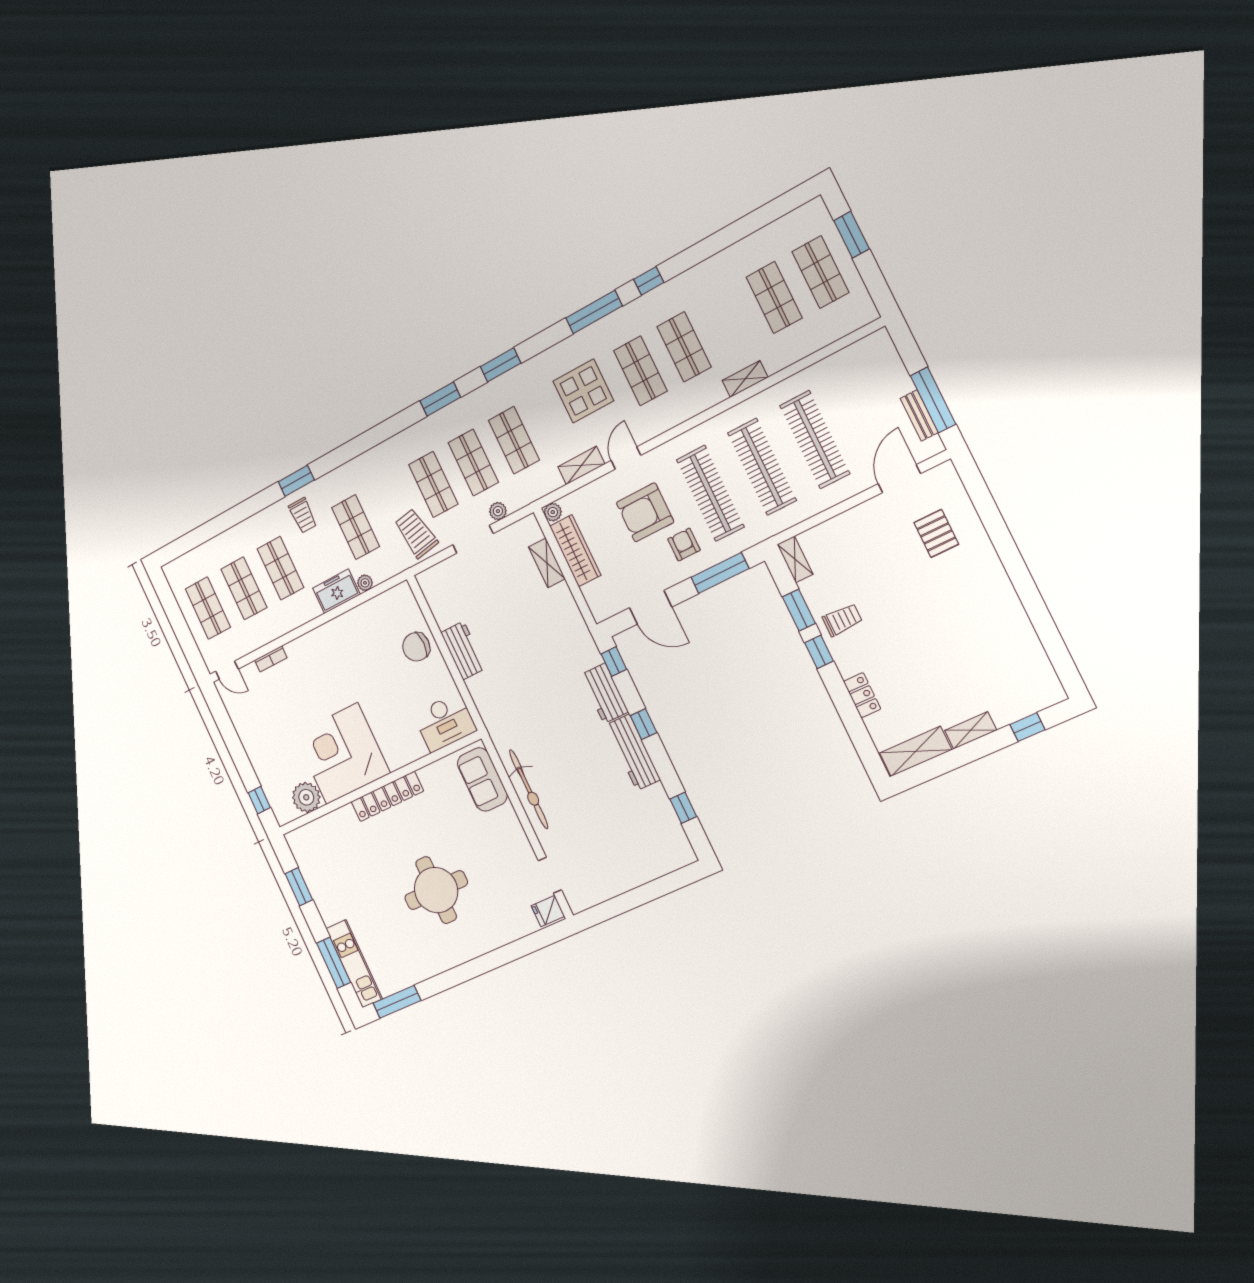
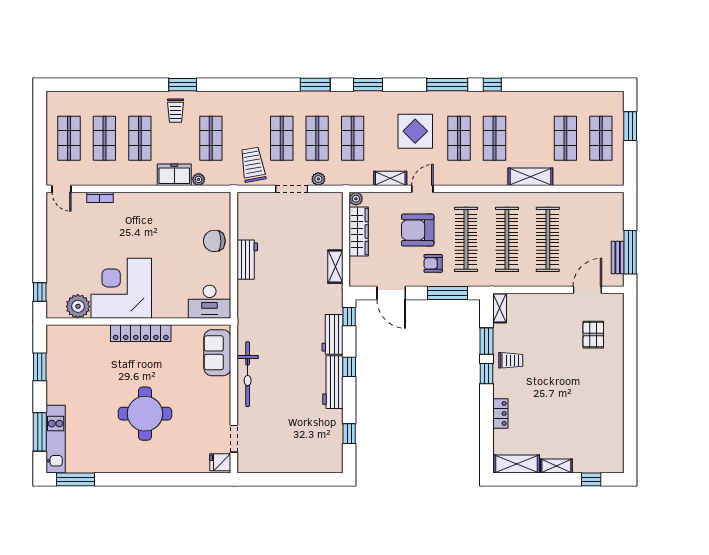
shelving: (745, 379) -> (530, 177), width x1.50, depth x1.33
armchair: (684, 545) -> (433, 263), turned -90
shelving: (547, 563) -> (335, 267), moved

